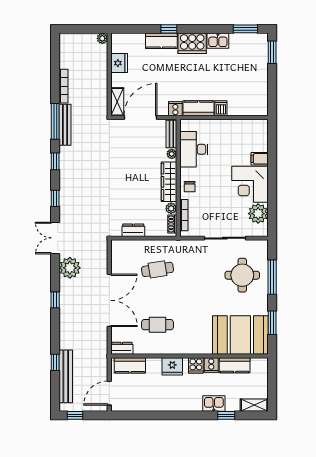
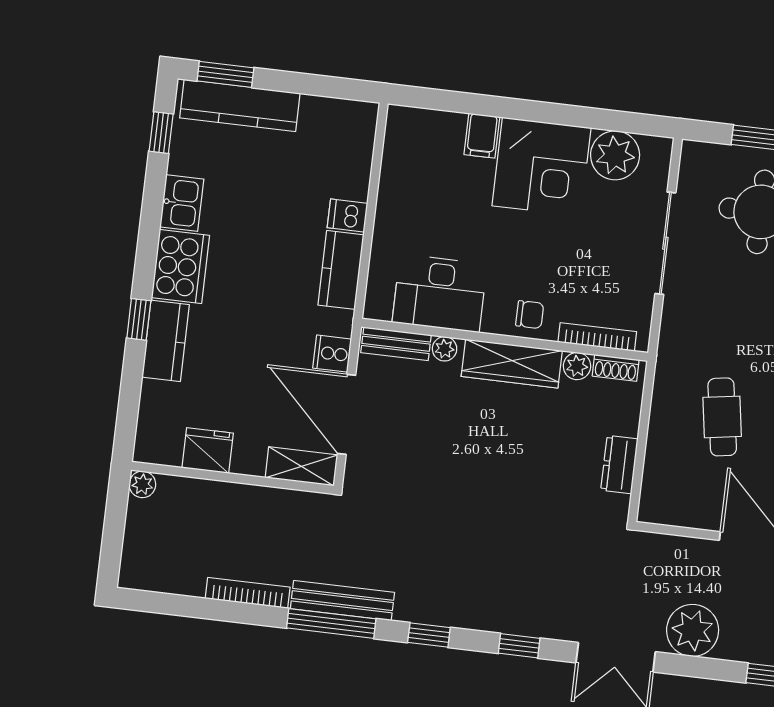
window: (245, 29) -> (161, 133), width x0.67
kitchen counter: (260, 59) -> (240, 105), added
cooker: (175, 109) -> (332, 354), moved

